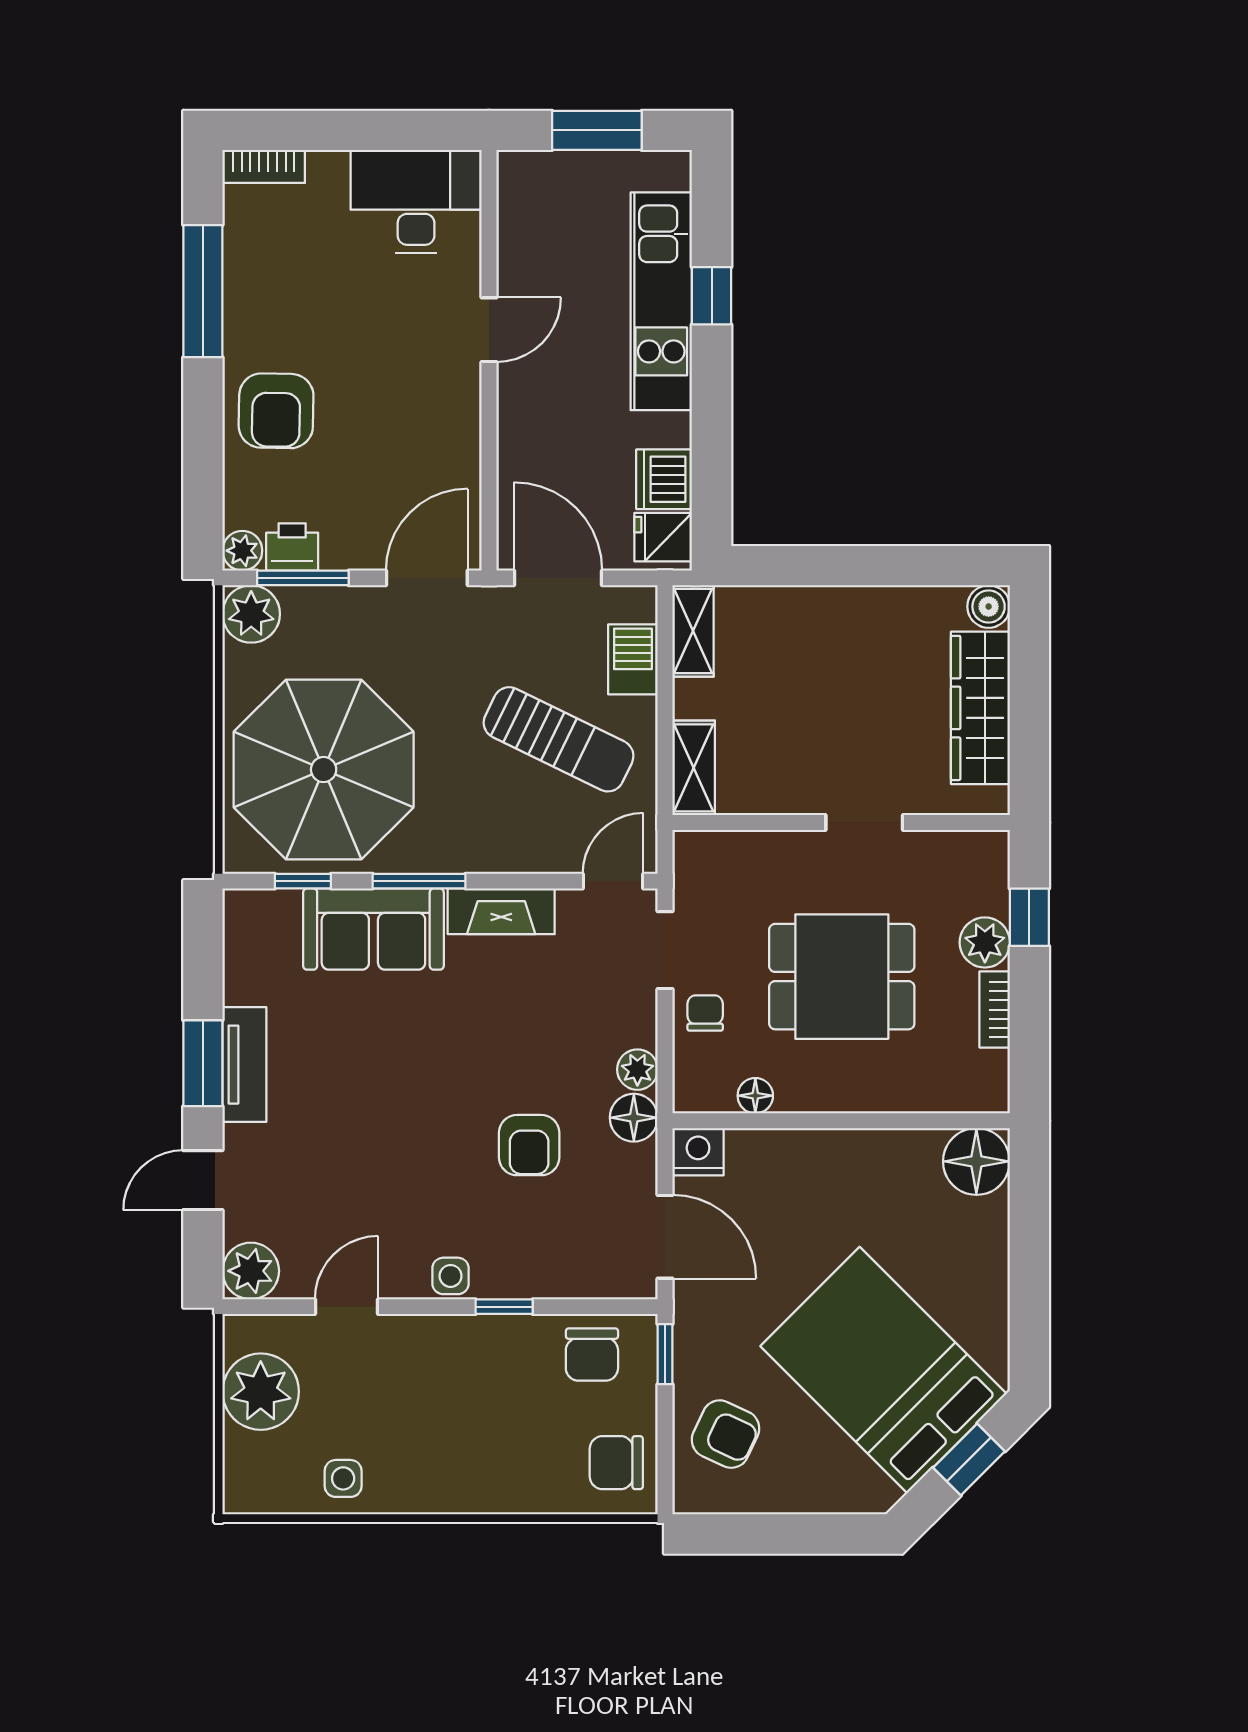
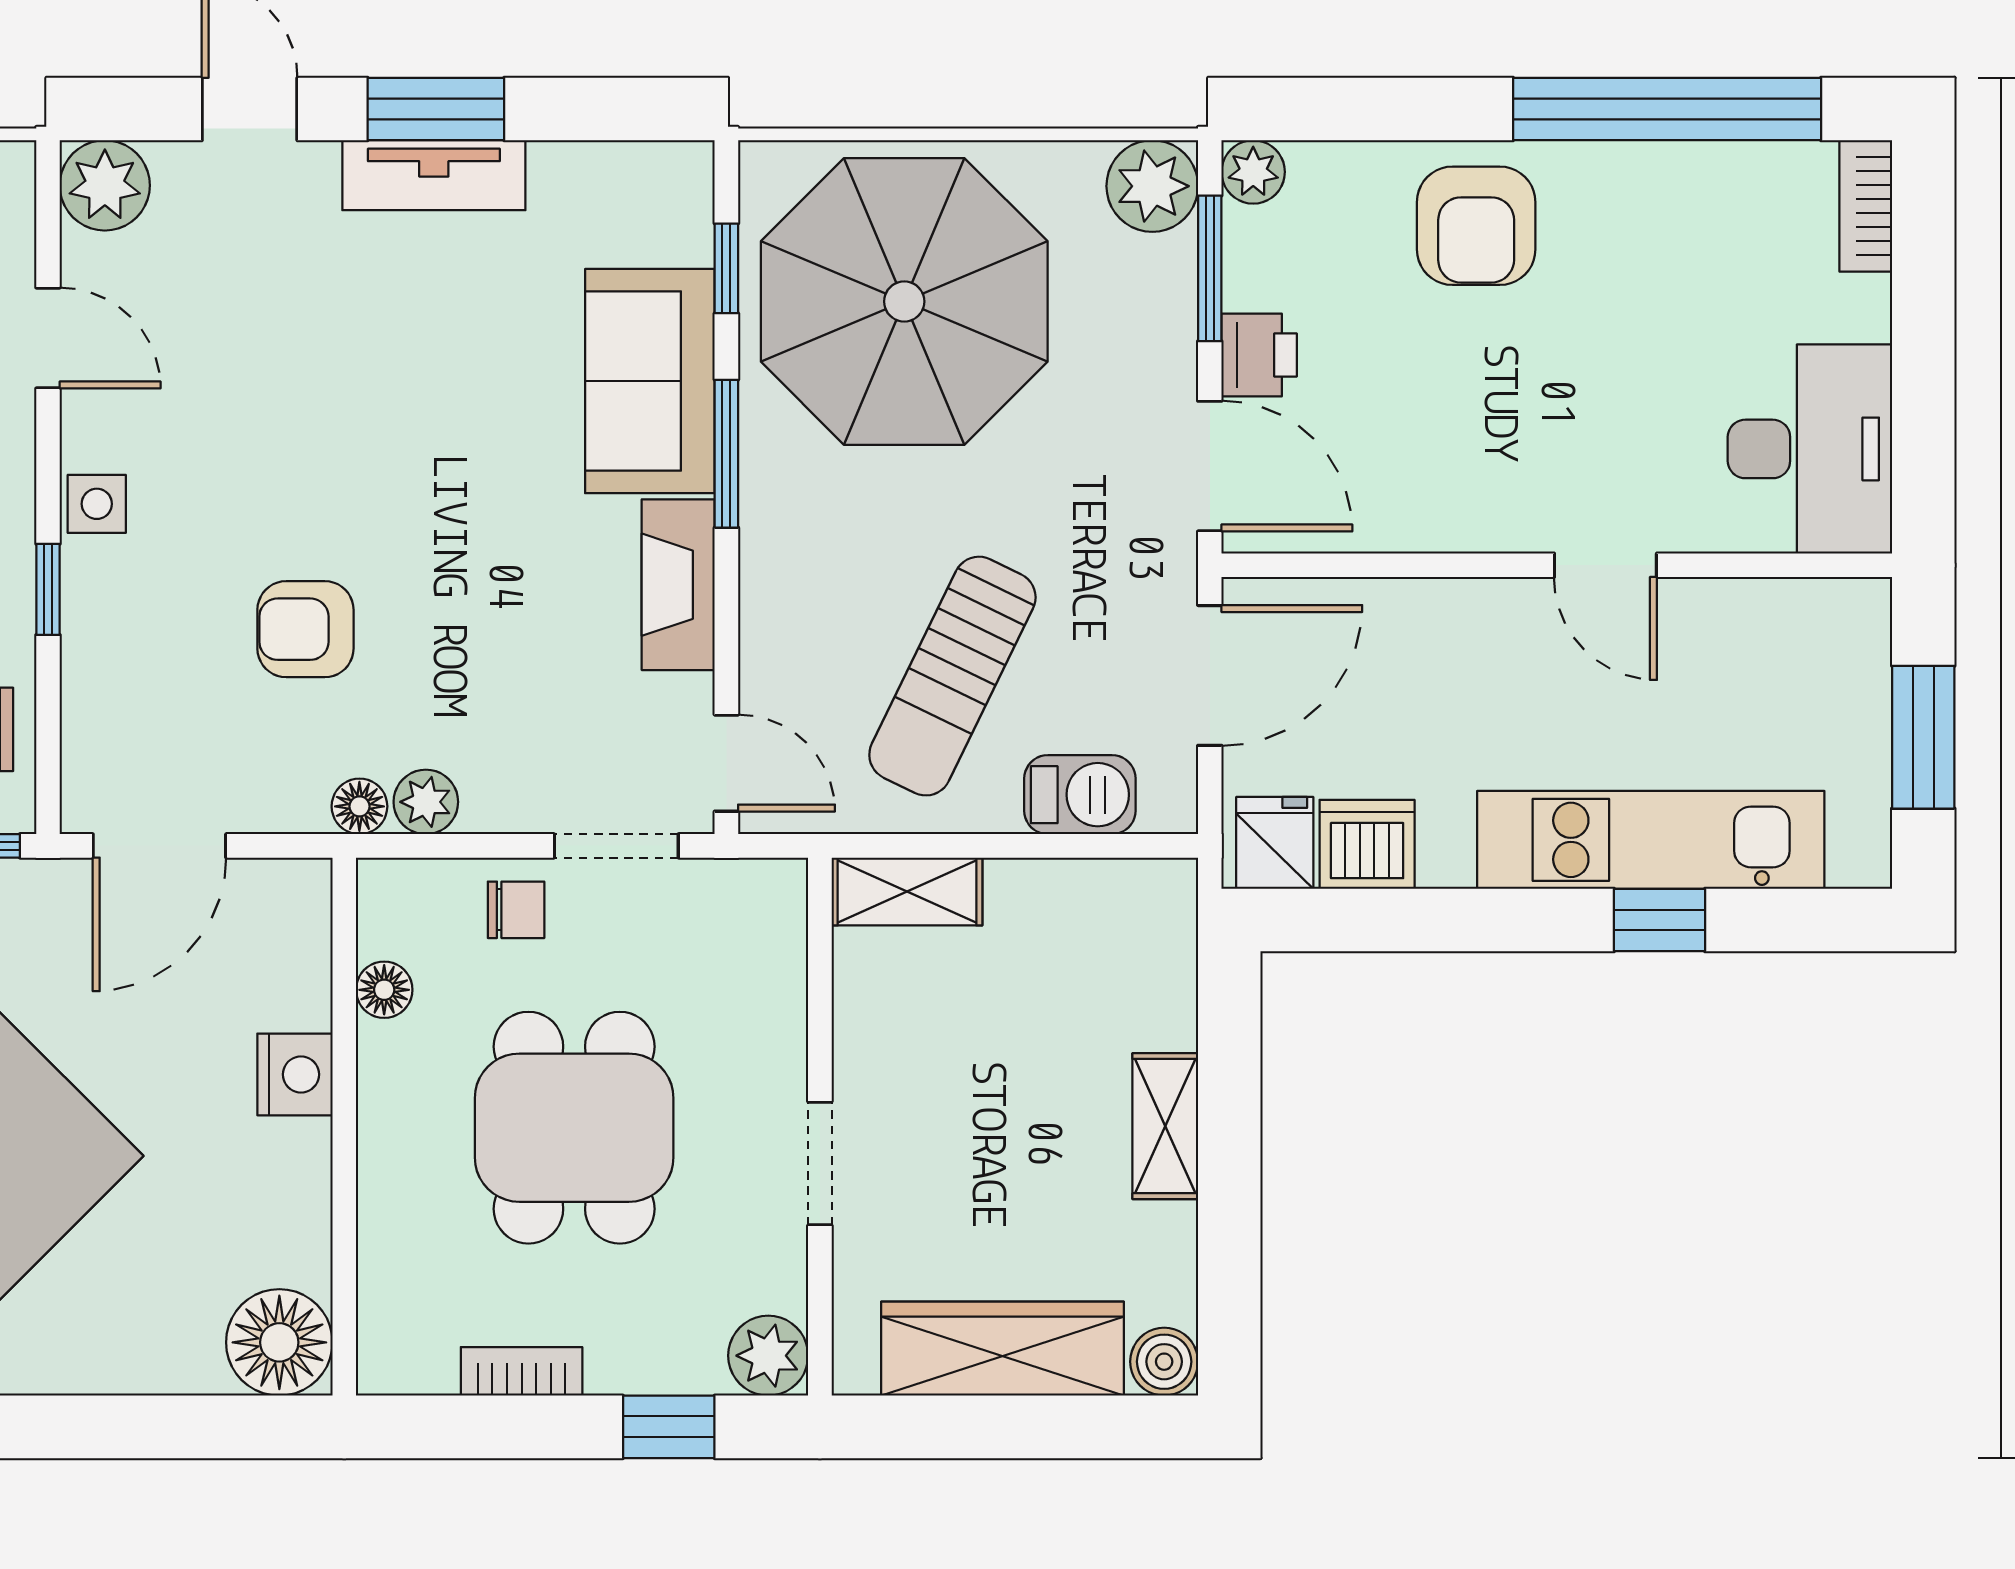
window: (203, 291) -> (1667, 109), width x1.46
armchair: (276, 411) -> (1476, 226), turned -91
printer: (292, 547) -> (1259, 355), moved
shelving: (693, 631) -> (1165, 1126), moved, turned 90
plant: (985, 942) -> (768, 1356), moved
floor lamp: (634, 1118) -> (359, 806), width x0.73, depth x0.73
nightstand: (698, 1152) -> (295, 1074), moved

